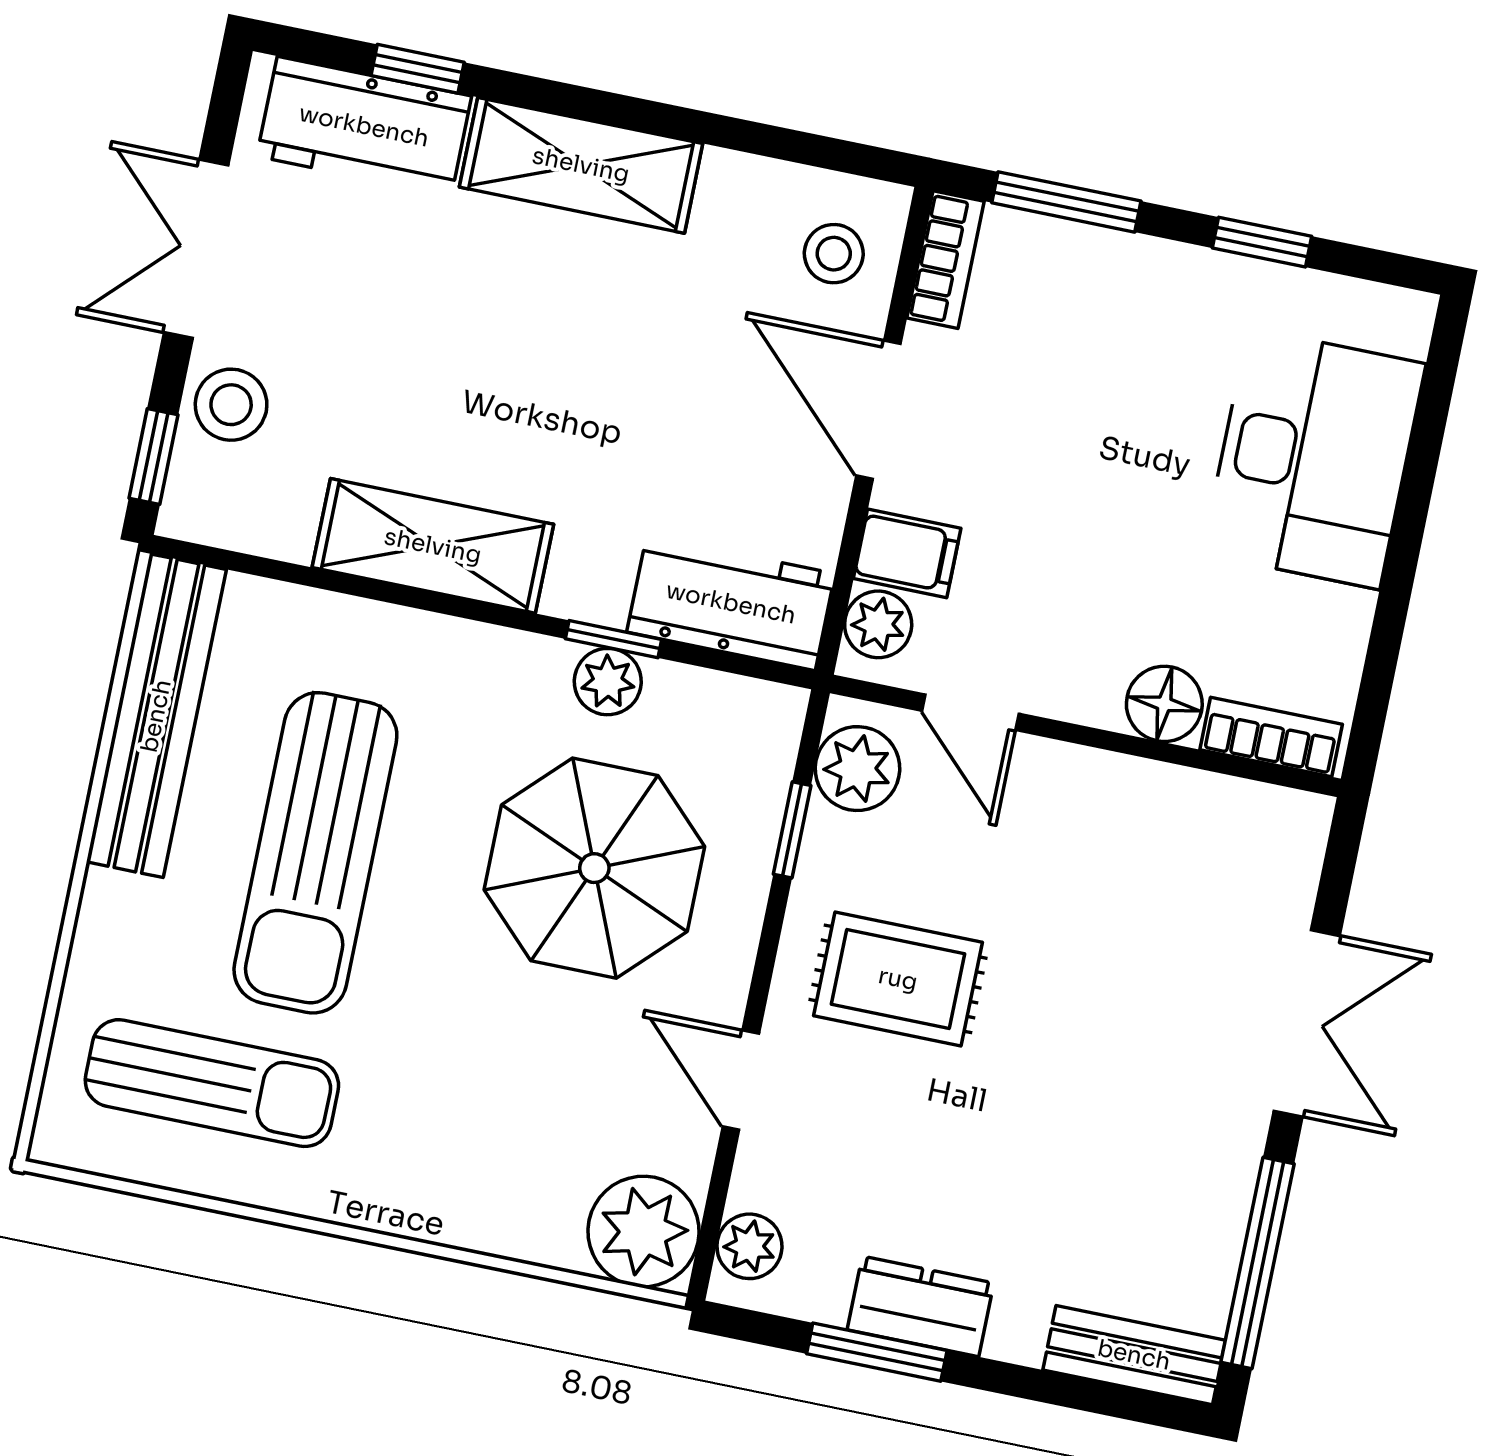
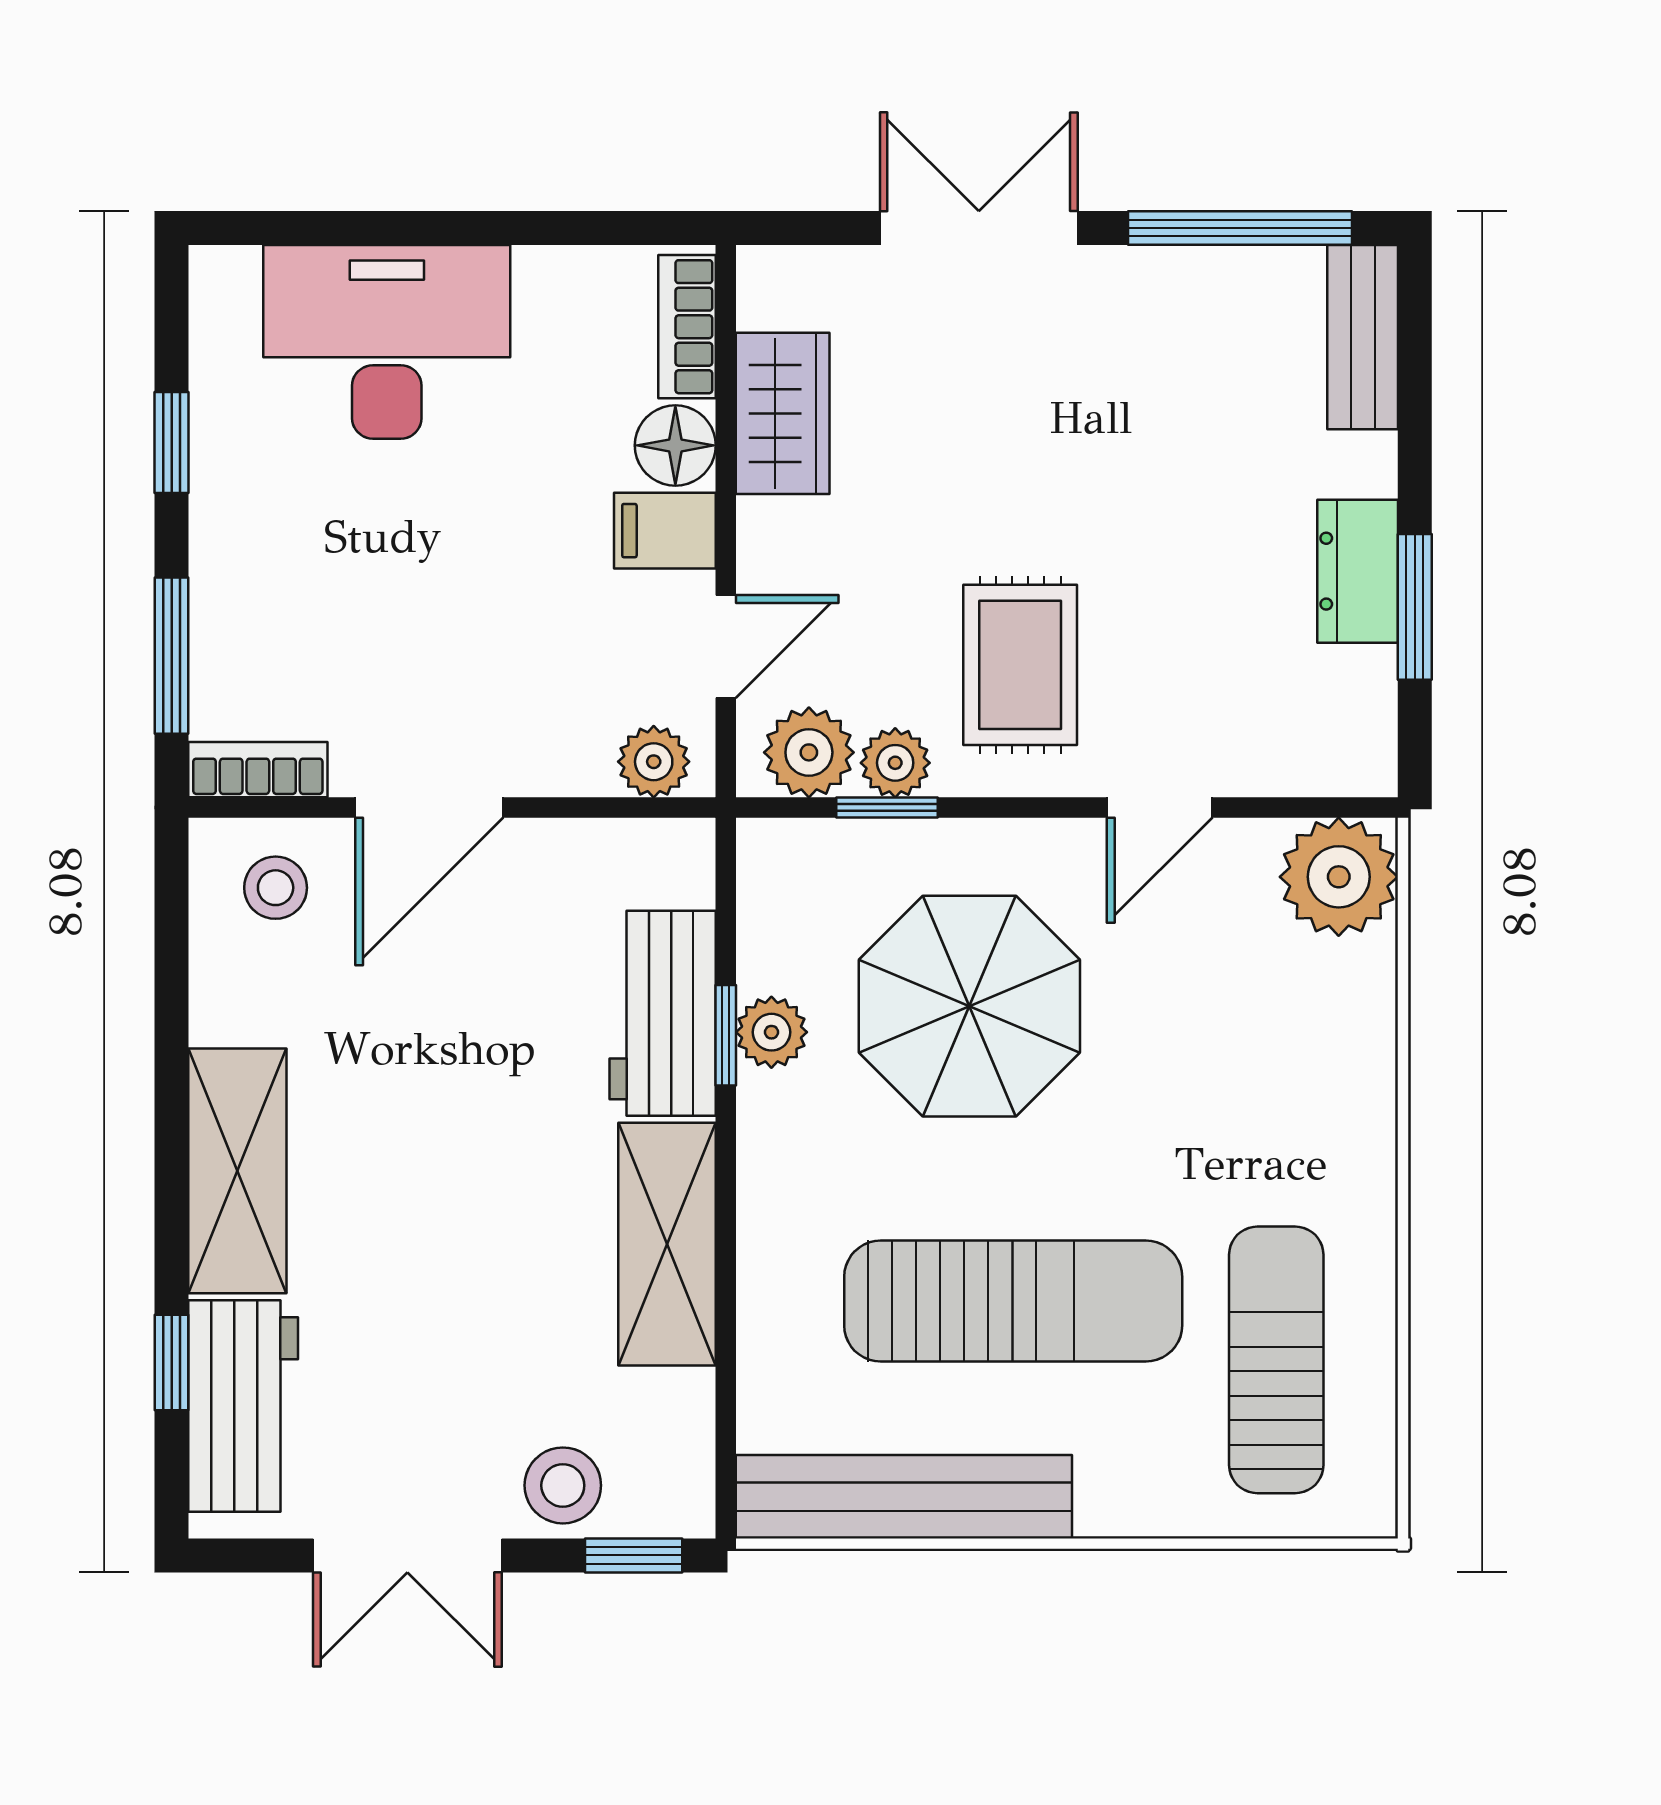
filing cabinet: (907, 553) -> (665, 531), moved, turned -90
workbench: (731, 603) -> (663, 1013), moved
wardrobe: (1174, 808) -> (783, 413), added
plant: (749, 1246) -> (895, 763), moved

